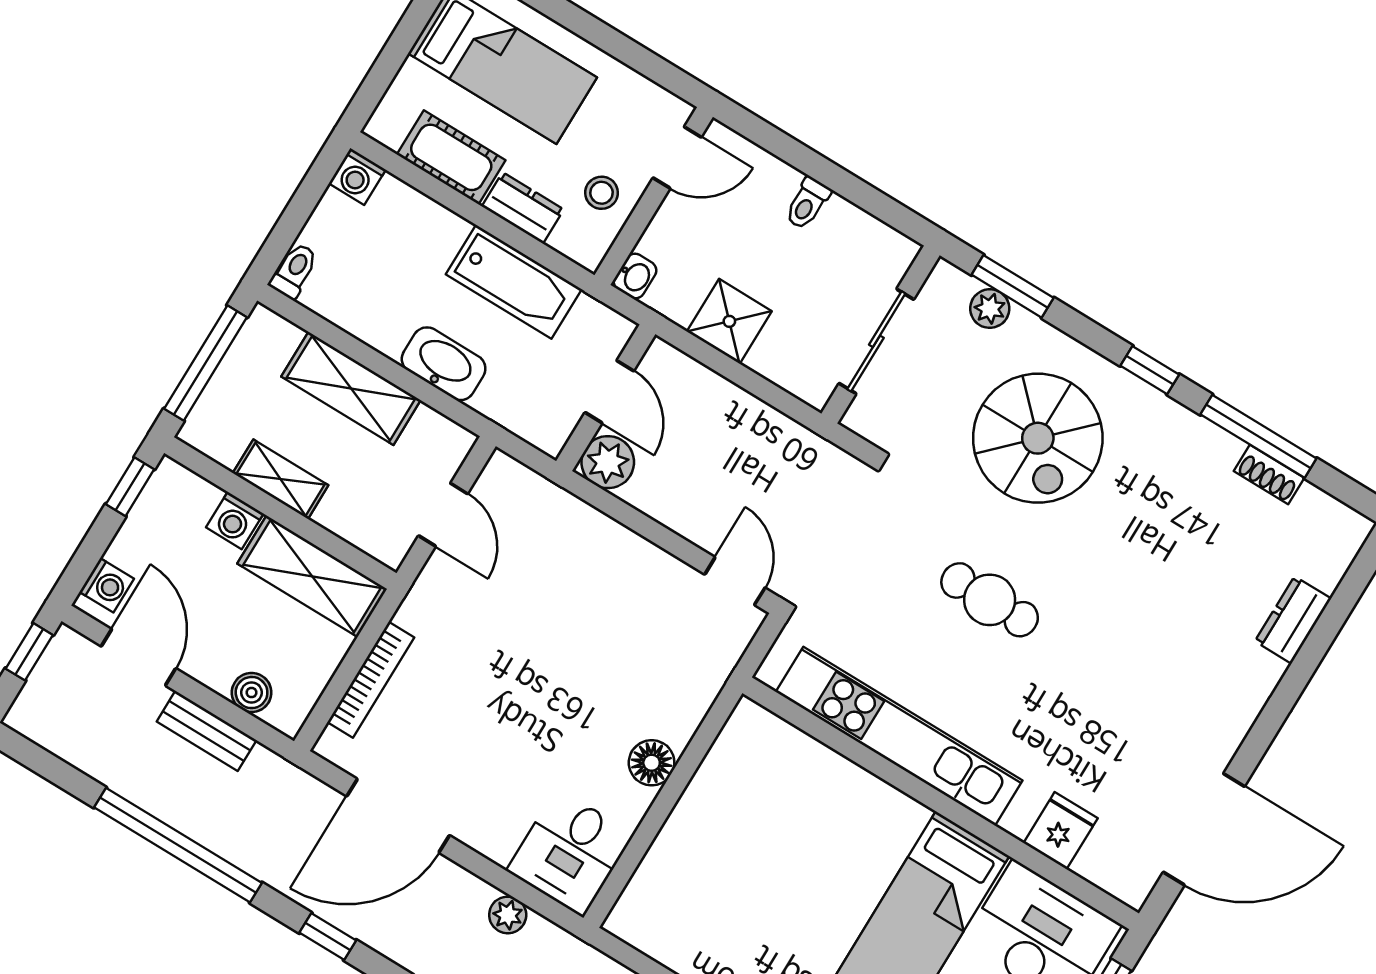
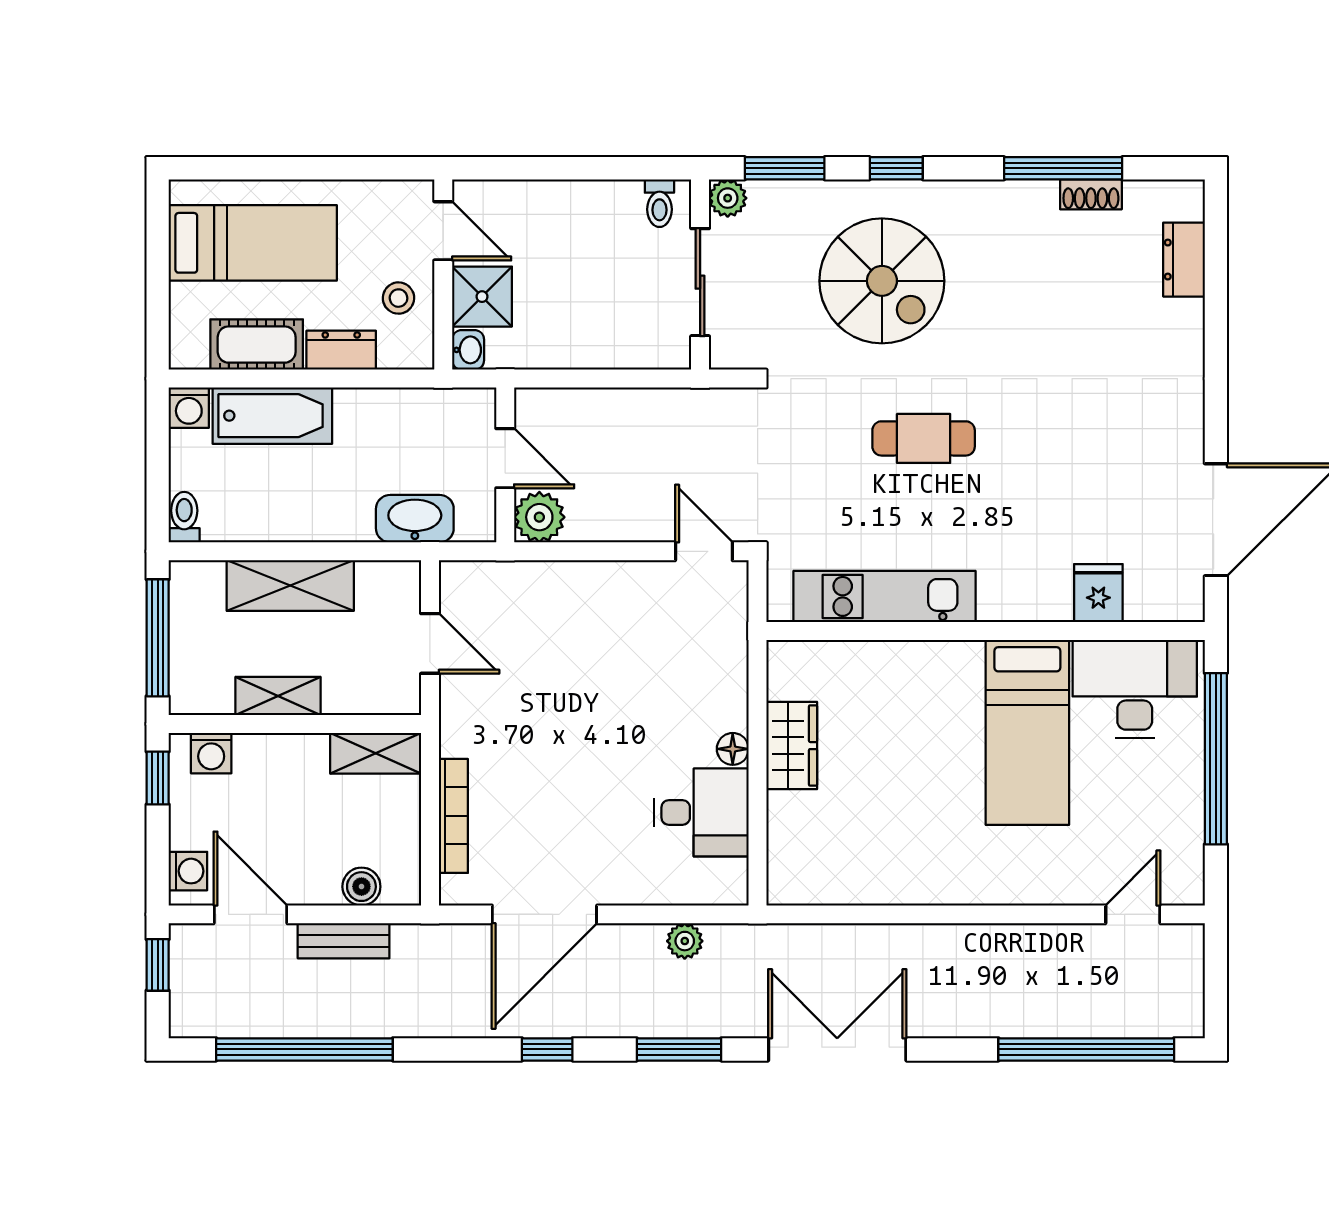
door: (677, 158) -> (443, 231), hinge flipped
toilet: (807, 203) -> (659, 203), moved
bathtub: (514, 282) -> (272, 416), moved
plant: (990, 309) -> (728, 198), moved
shower: (729, 321) -> (482, 297), moved
washbasin: (444, 364) -> (415, 519), moved
window: (1150, 370) -> (896, 168), moved
washing machine: (235, 520) -> (211, 753), moved
shelving: (312, 576) -> (376, 753), width x0.67, depth x0.75
dresser: (1293, 620) -> (1184, 260), moved
kitchen unit: (899, 736) -> (885, 596), width x0.73
floor lamp: (652, 763) -> (733, 749), width x0.73, depth x0.73
wardrobe: (708, 800) -> (792, 746), added
window: (178, 845) -> (304, 1049), moved
desk: (570, 852) -> (701, 812), moved, turned -90

